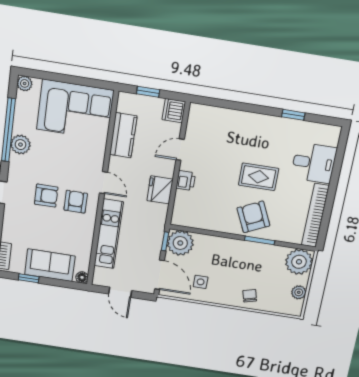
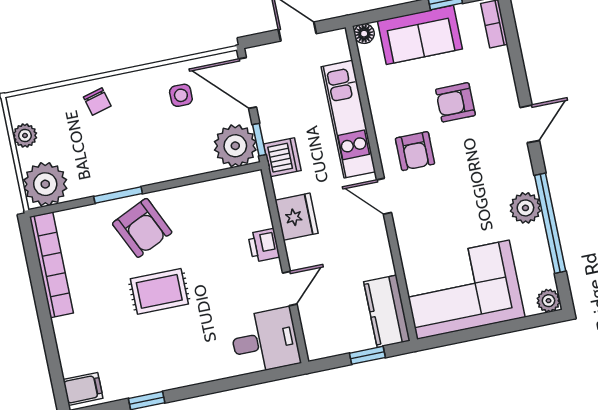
dishwasher: (174, 111) -> (282, 157), moved
kitchen counter: (123, 135) -> (387, 311), moved
filing cabinet: (328, 136) -> (83, 389), added
desk: (314, 163) -> (265, 341), moved, turned 180
armchair: (46, 196) -> (455, 102), moved

